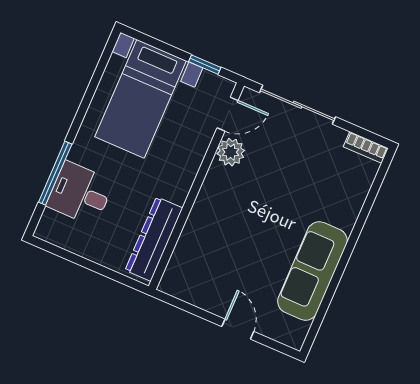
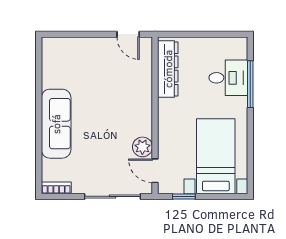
door: (228, 114) -> (155, 171), hinge flipped
sofa: (312, 271) -> (56, 124), moved
door: (238, 329) -> (128, 34), moved

